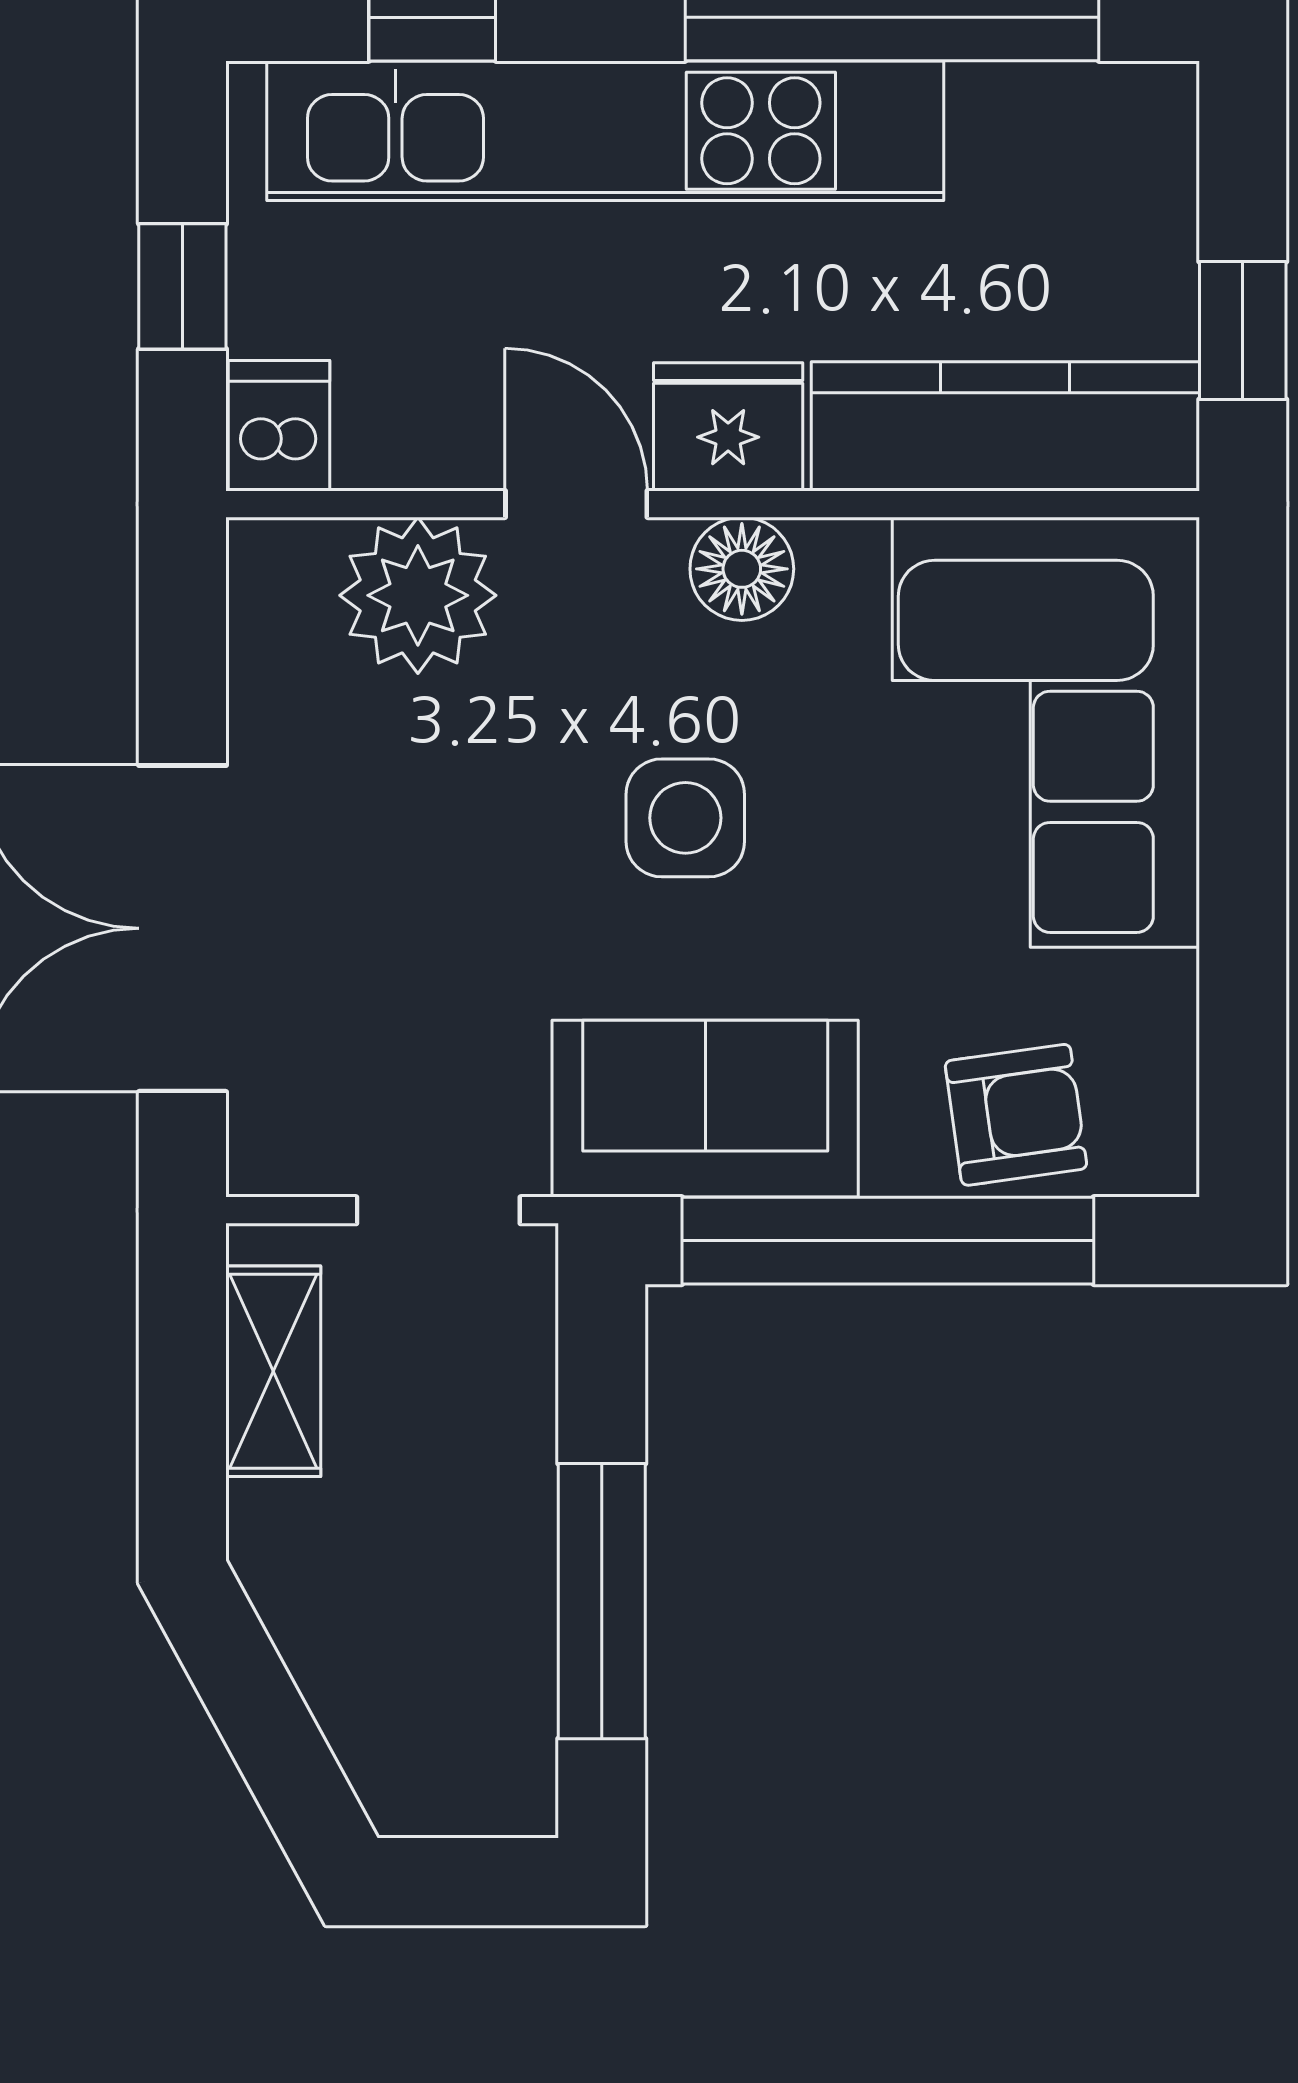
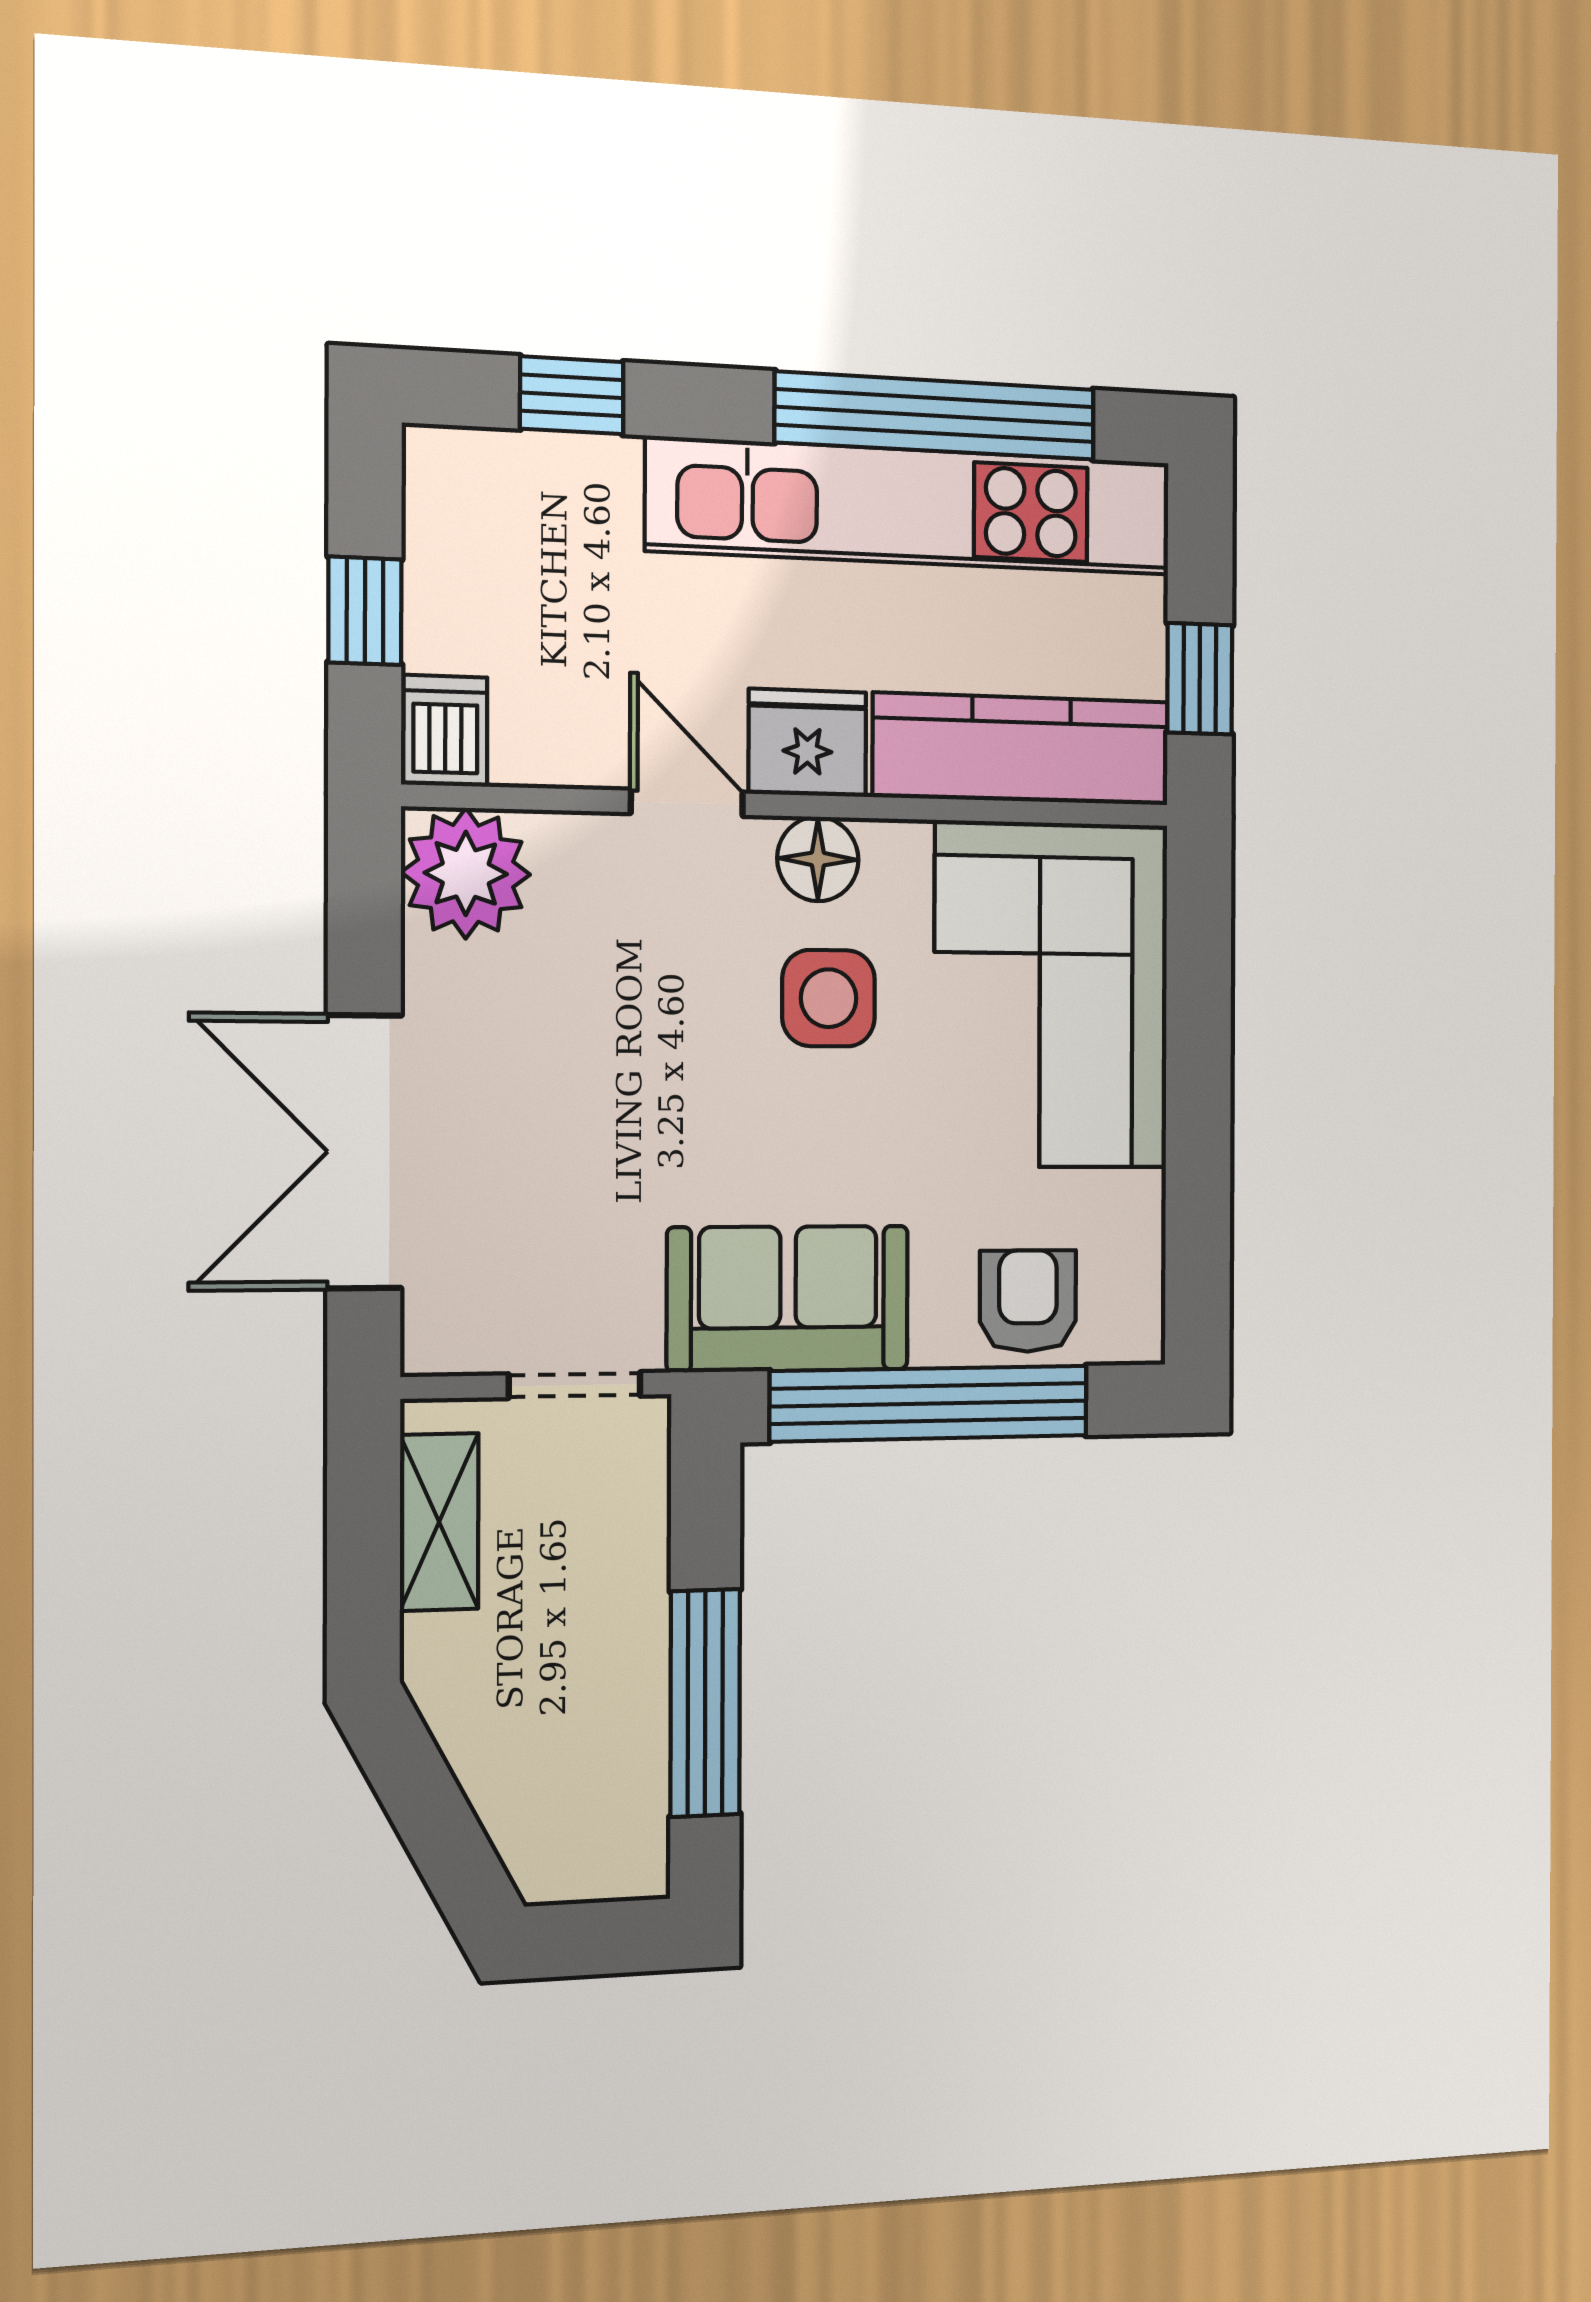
kitchen unit: (605, 131) -> (912, 506), moved
plant: (418, 595) -> (466, 873), moved
side table: (685, 818) -> (829, 998), moved
armchair: (1016, 1115) -> (1028, 1301), turned -82

